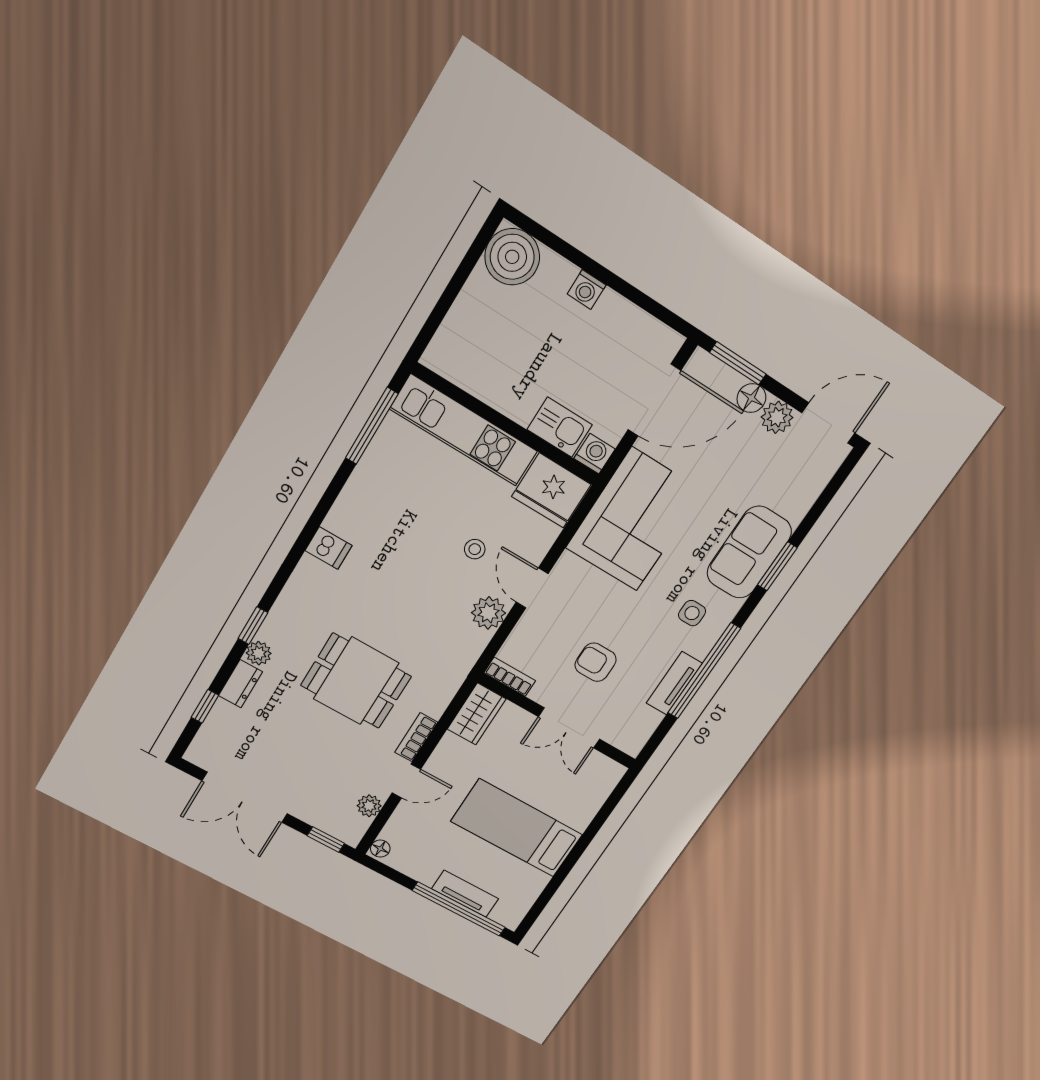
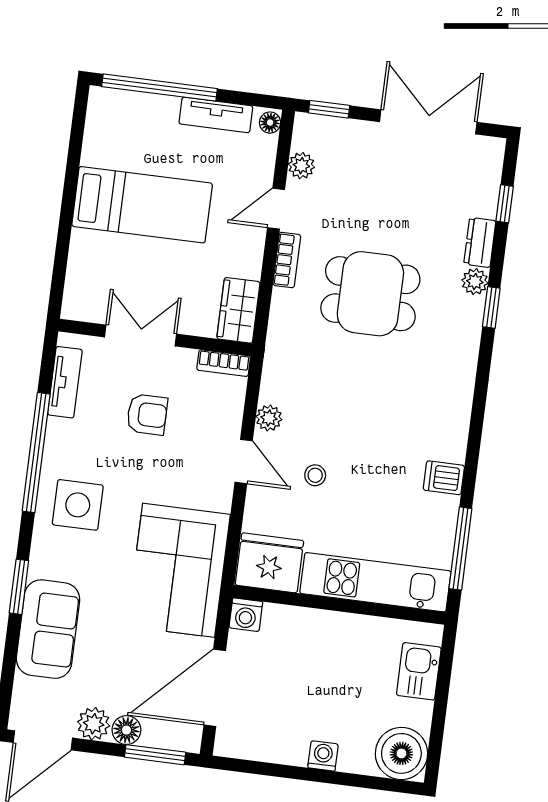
kitchen sink: (560, 427) -> (419, 671), moved, turned 90
dishwasher: (329, 548) -> (444, 478), moved
sofa: (749, 552) -> (48, 629), moved
plant: (489, 613) -> (269, 418), width x0.73, depth x0.73
side table: (692, 613) -> (78, 505), width x1.87, depth x1.87
tv unit: (674, 683) -> (65, 382), moved
tv unit: (465, 894) -> (216, 115), moved

